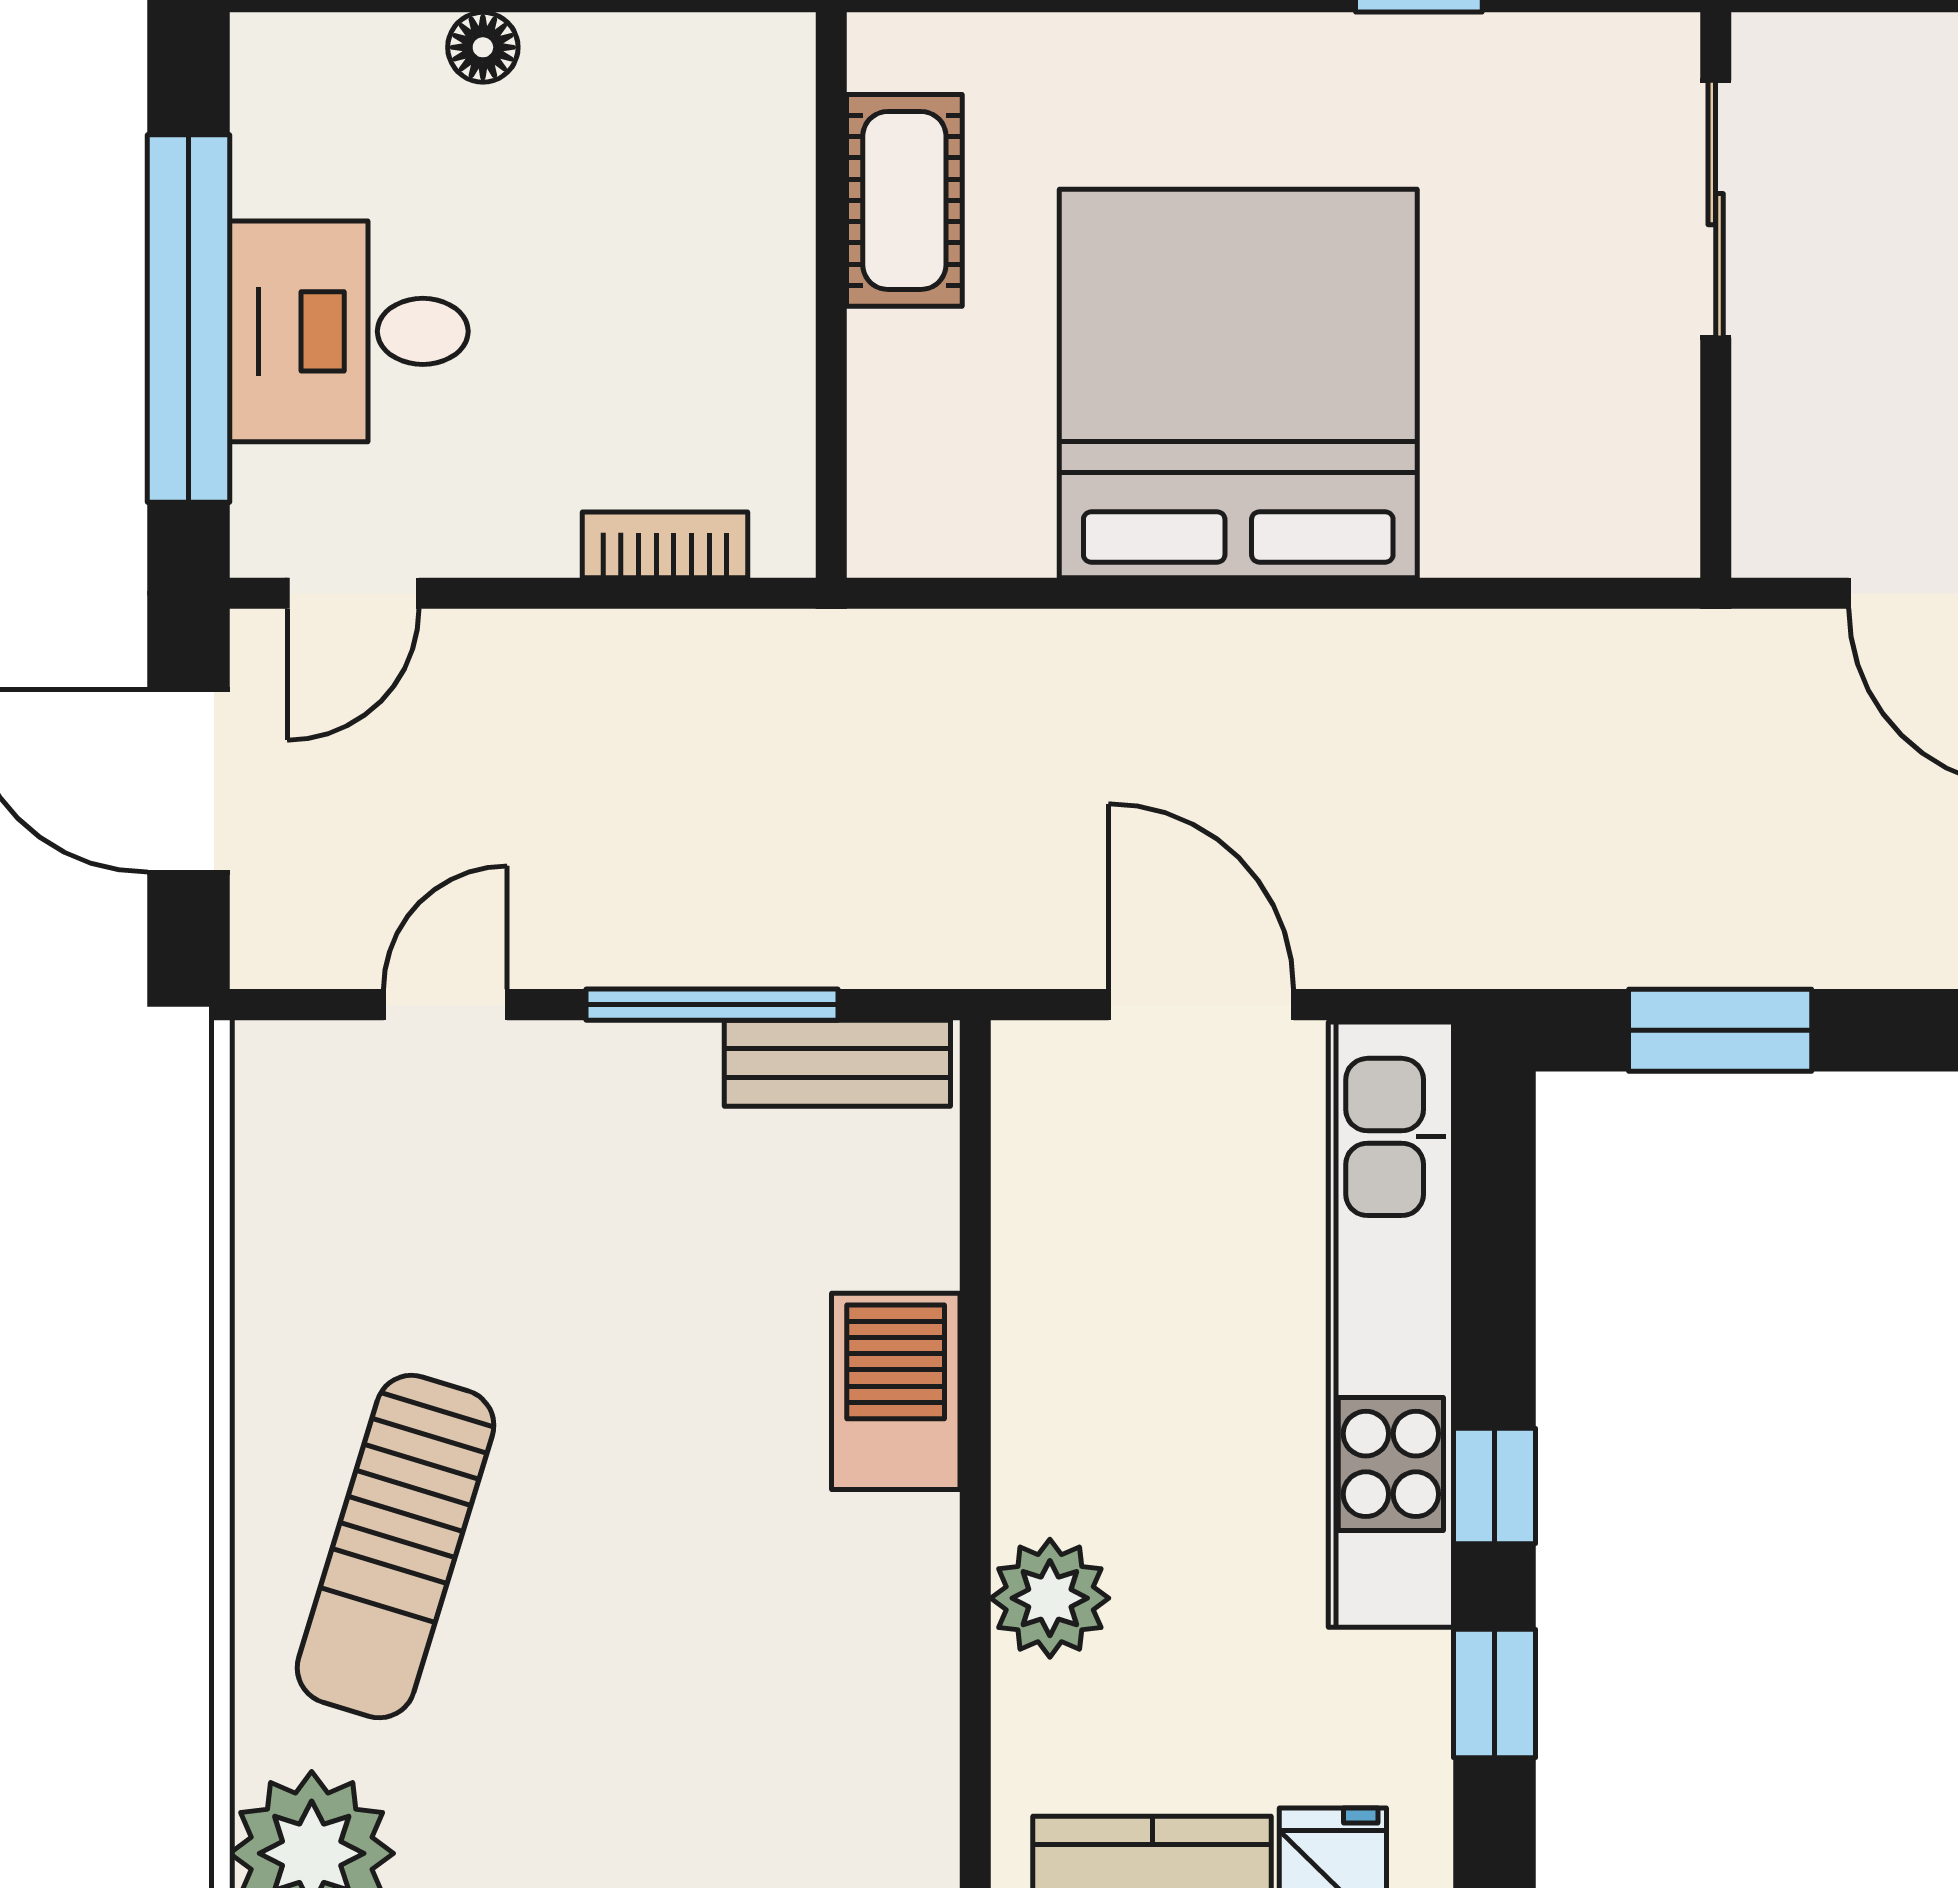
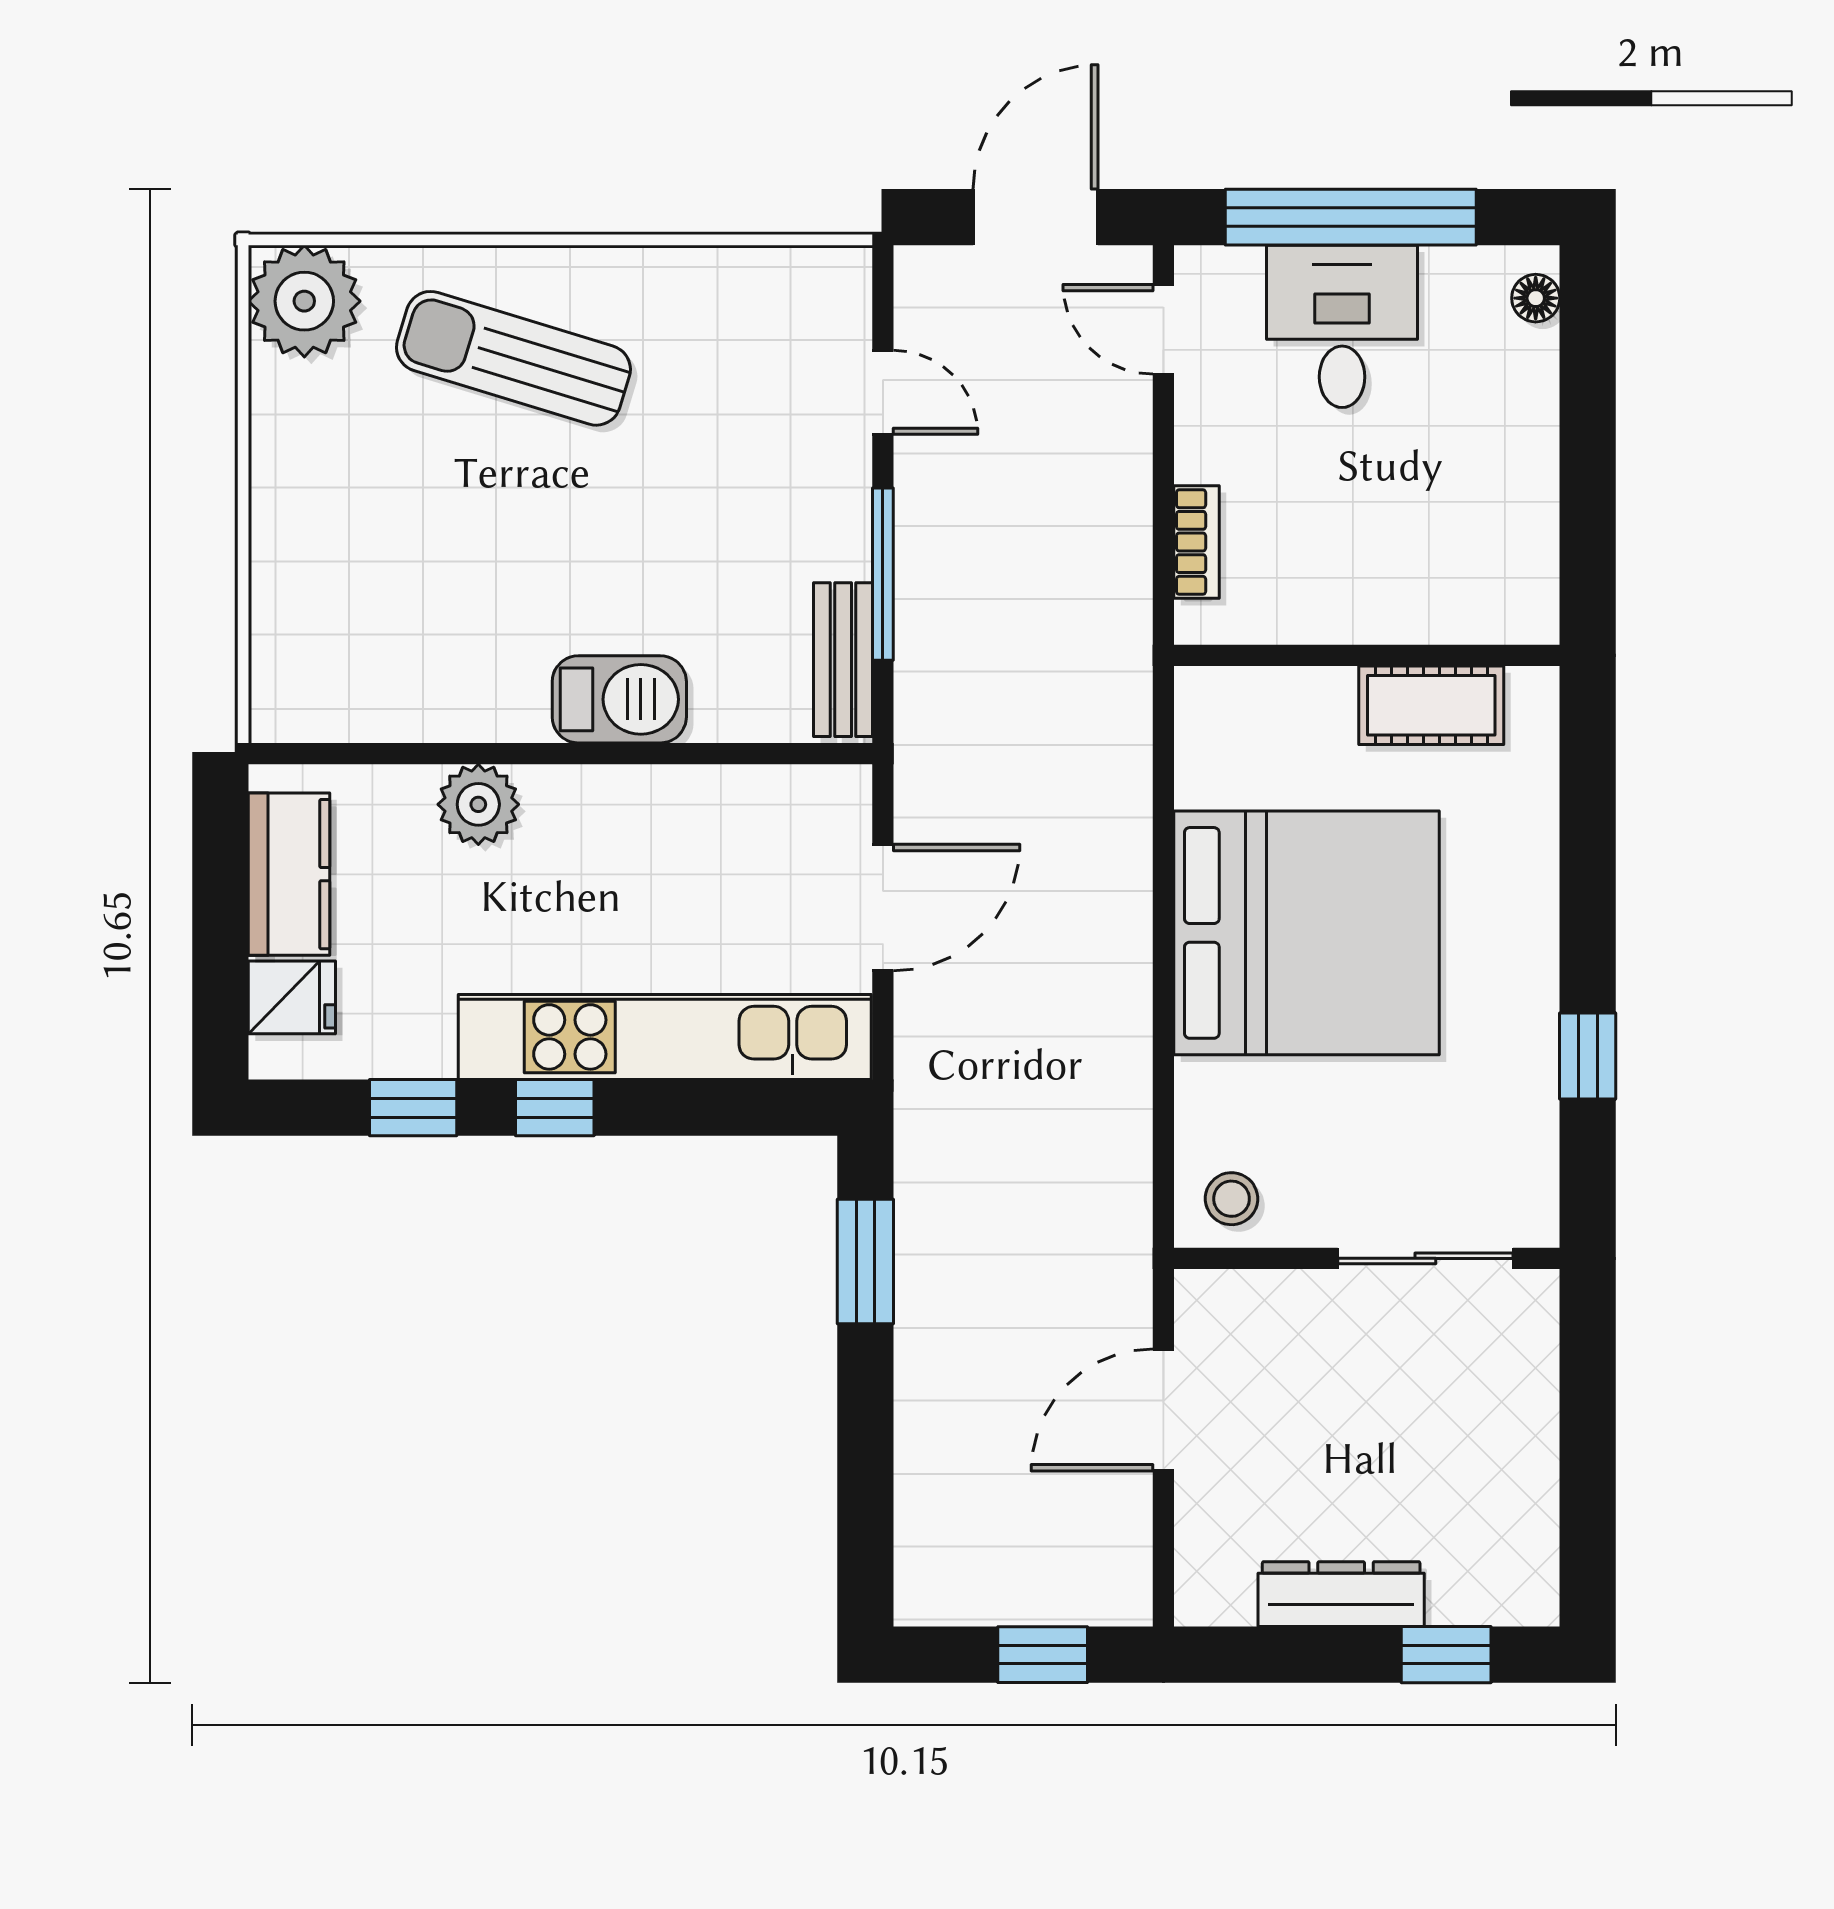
floor lamp: (483, 47) -> (1536, 298), moved
stool: (1628, 493) -> (1232, 1199), added

